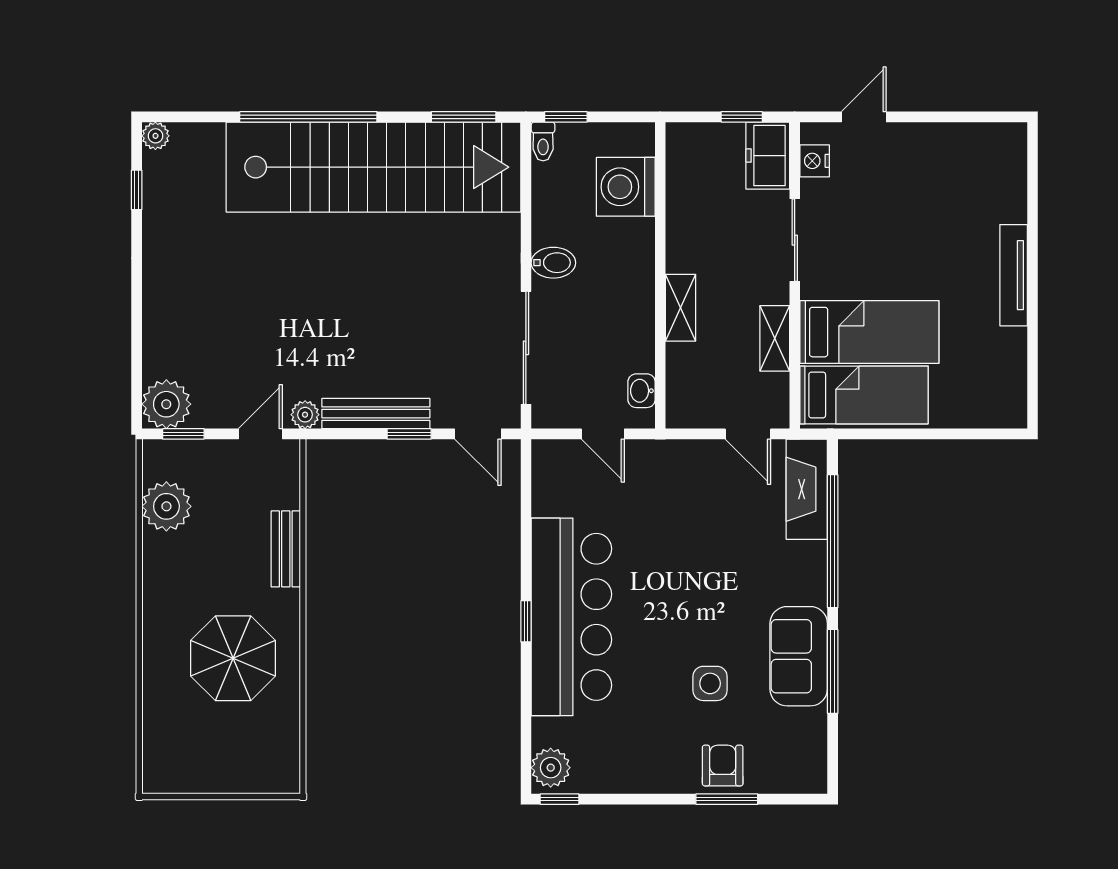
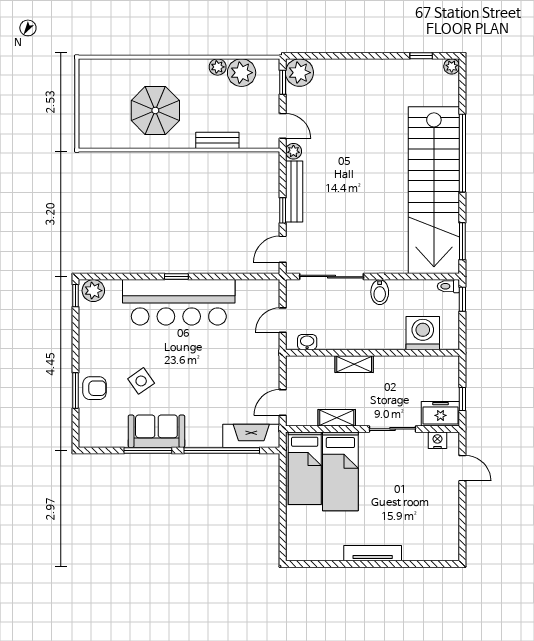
plant: (156, 548) -> (218, 67), added
side table: (710, 683) -> (141, 381), turned -35

